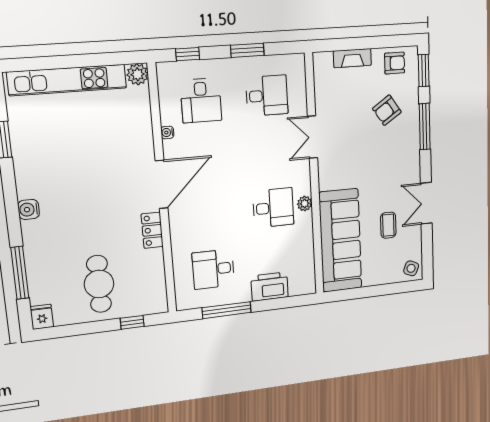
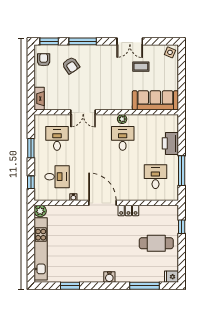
fireplace: (352, 58) -> (39, 99), moved
sofa: (340, 241) -> (155, 100), width x0.74, depth x0.79
desk: (213, 269) -> (155, 177), turned 180

